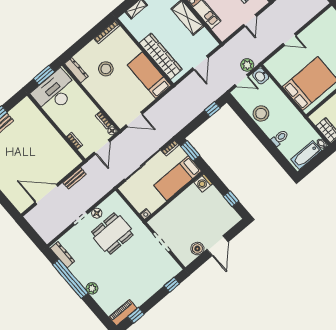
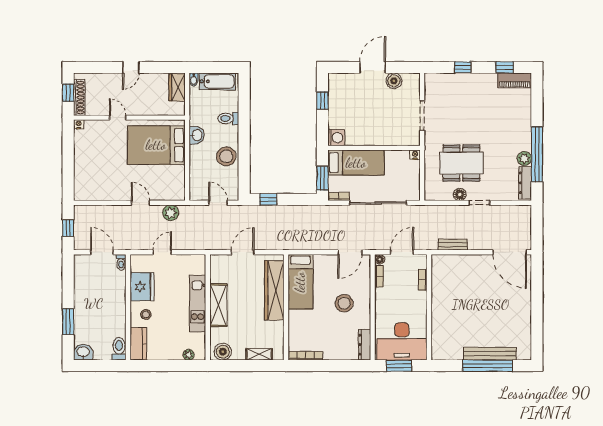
plant: (247, 65) -> (171, 213), moved
stool: (106, 69) -> (344, 303), moved
washbasin: (261, 76) -> (197, 135), moved
door: (134, 119) -> (350, 252), swing flipped
door: (46, 194) -> (510, 252), moved
window: (172, 285) -> (463, 67), moved
plant: (92, 288) -> (524, 159), moved

